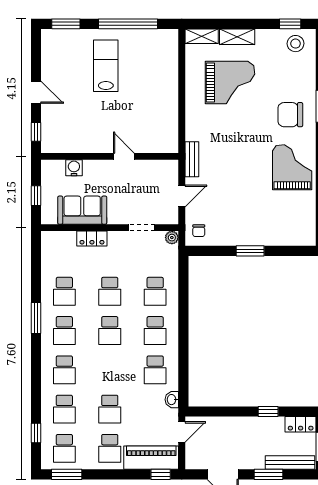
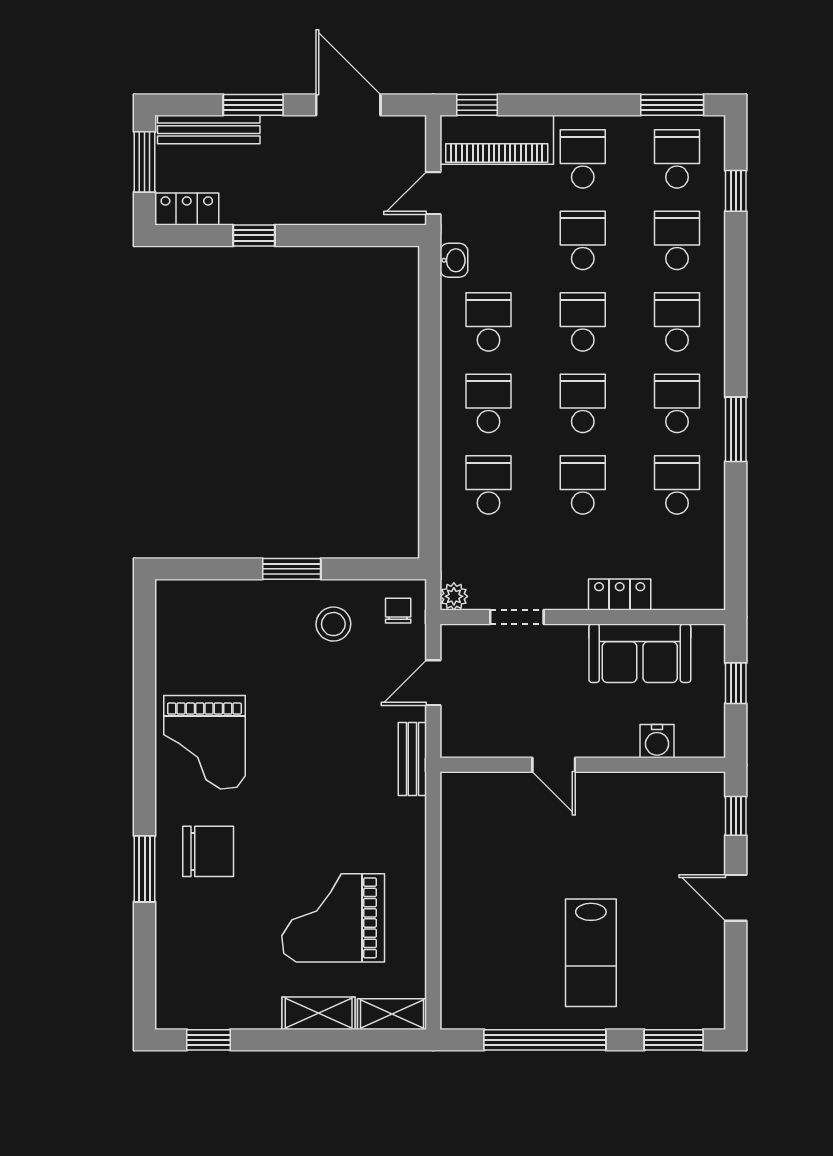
stool: (296, 44) -> (333, 624), moved
school desk: (110, 370) -> (583, 322), added

